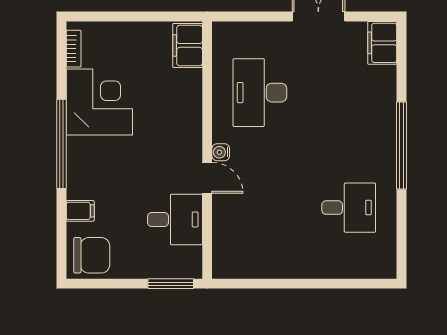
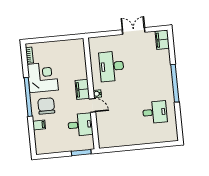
filing cabinet: (188, 45) -> (82, 89), moved
chair: (92, 255) -> (46, 106), moved, turned -90

